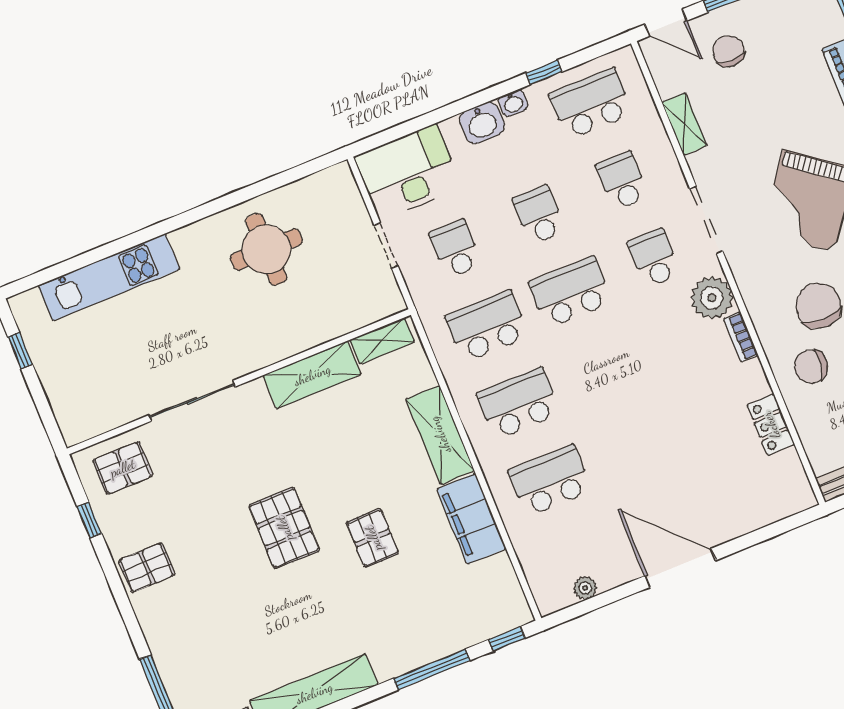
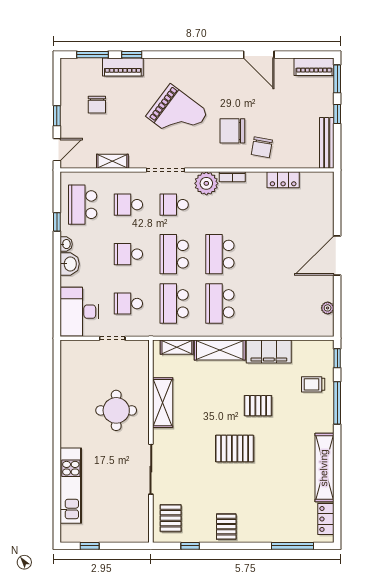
chair: (728, 51) -> (97, 105), moved, turned -90
round table: (266, 249) -> (116, 410), moved
shelving: (382, 341) -> (177, 347), moved, turned 90
school desk: (550, 481) -> (220, 254), moved
trolley: (446, 616) -> (313, 384), added

